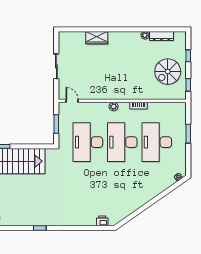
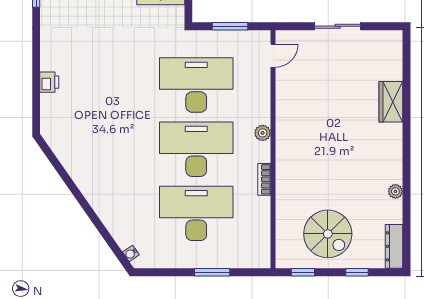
dresser: (161, 36) -> (394, 246), moved
spiral stairs: (168, 72) -> (328, 234), turned 180
printer: (102, 221) -> (49, 82), moved

